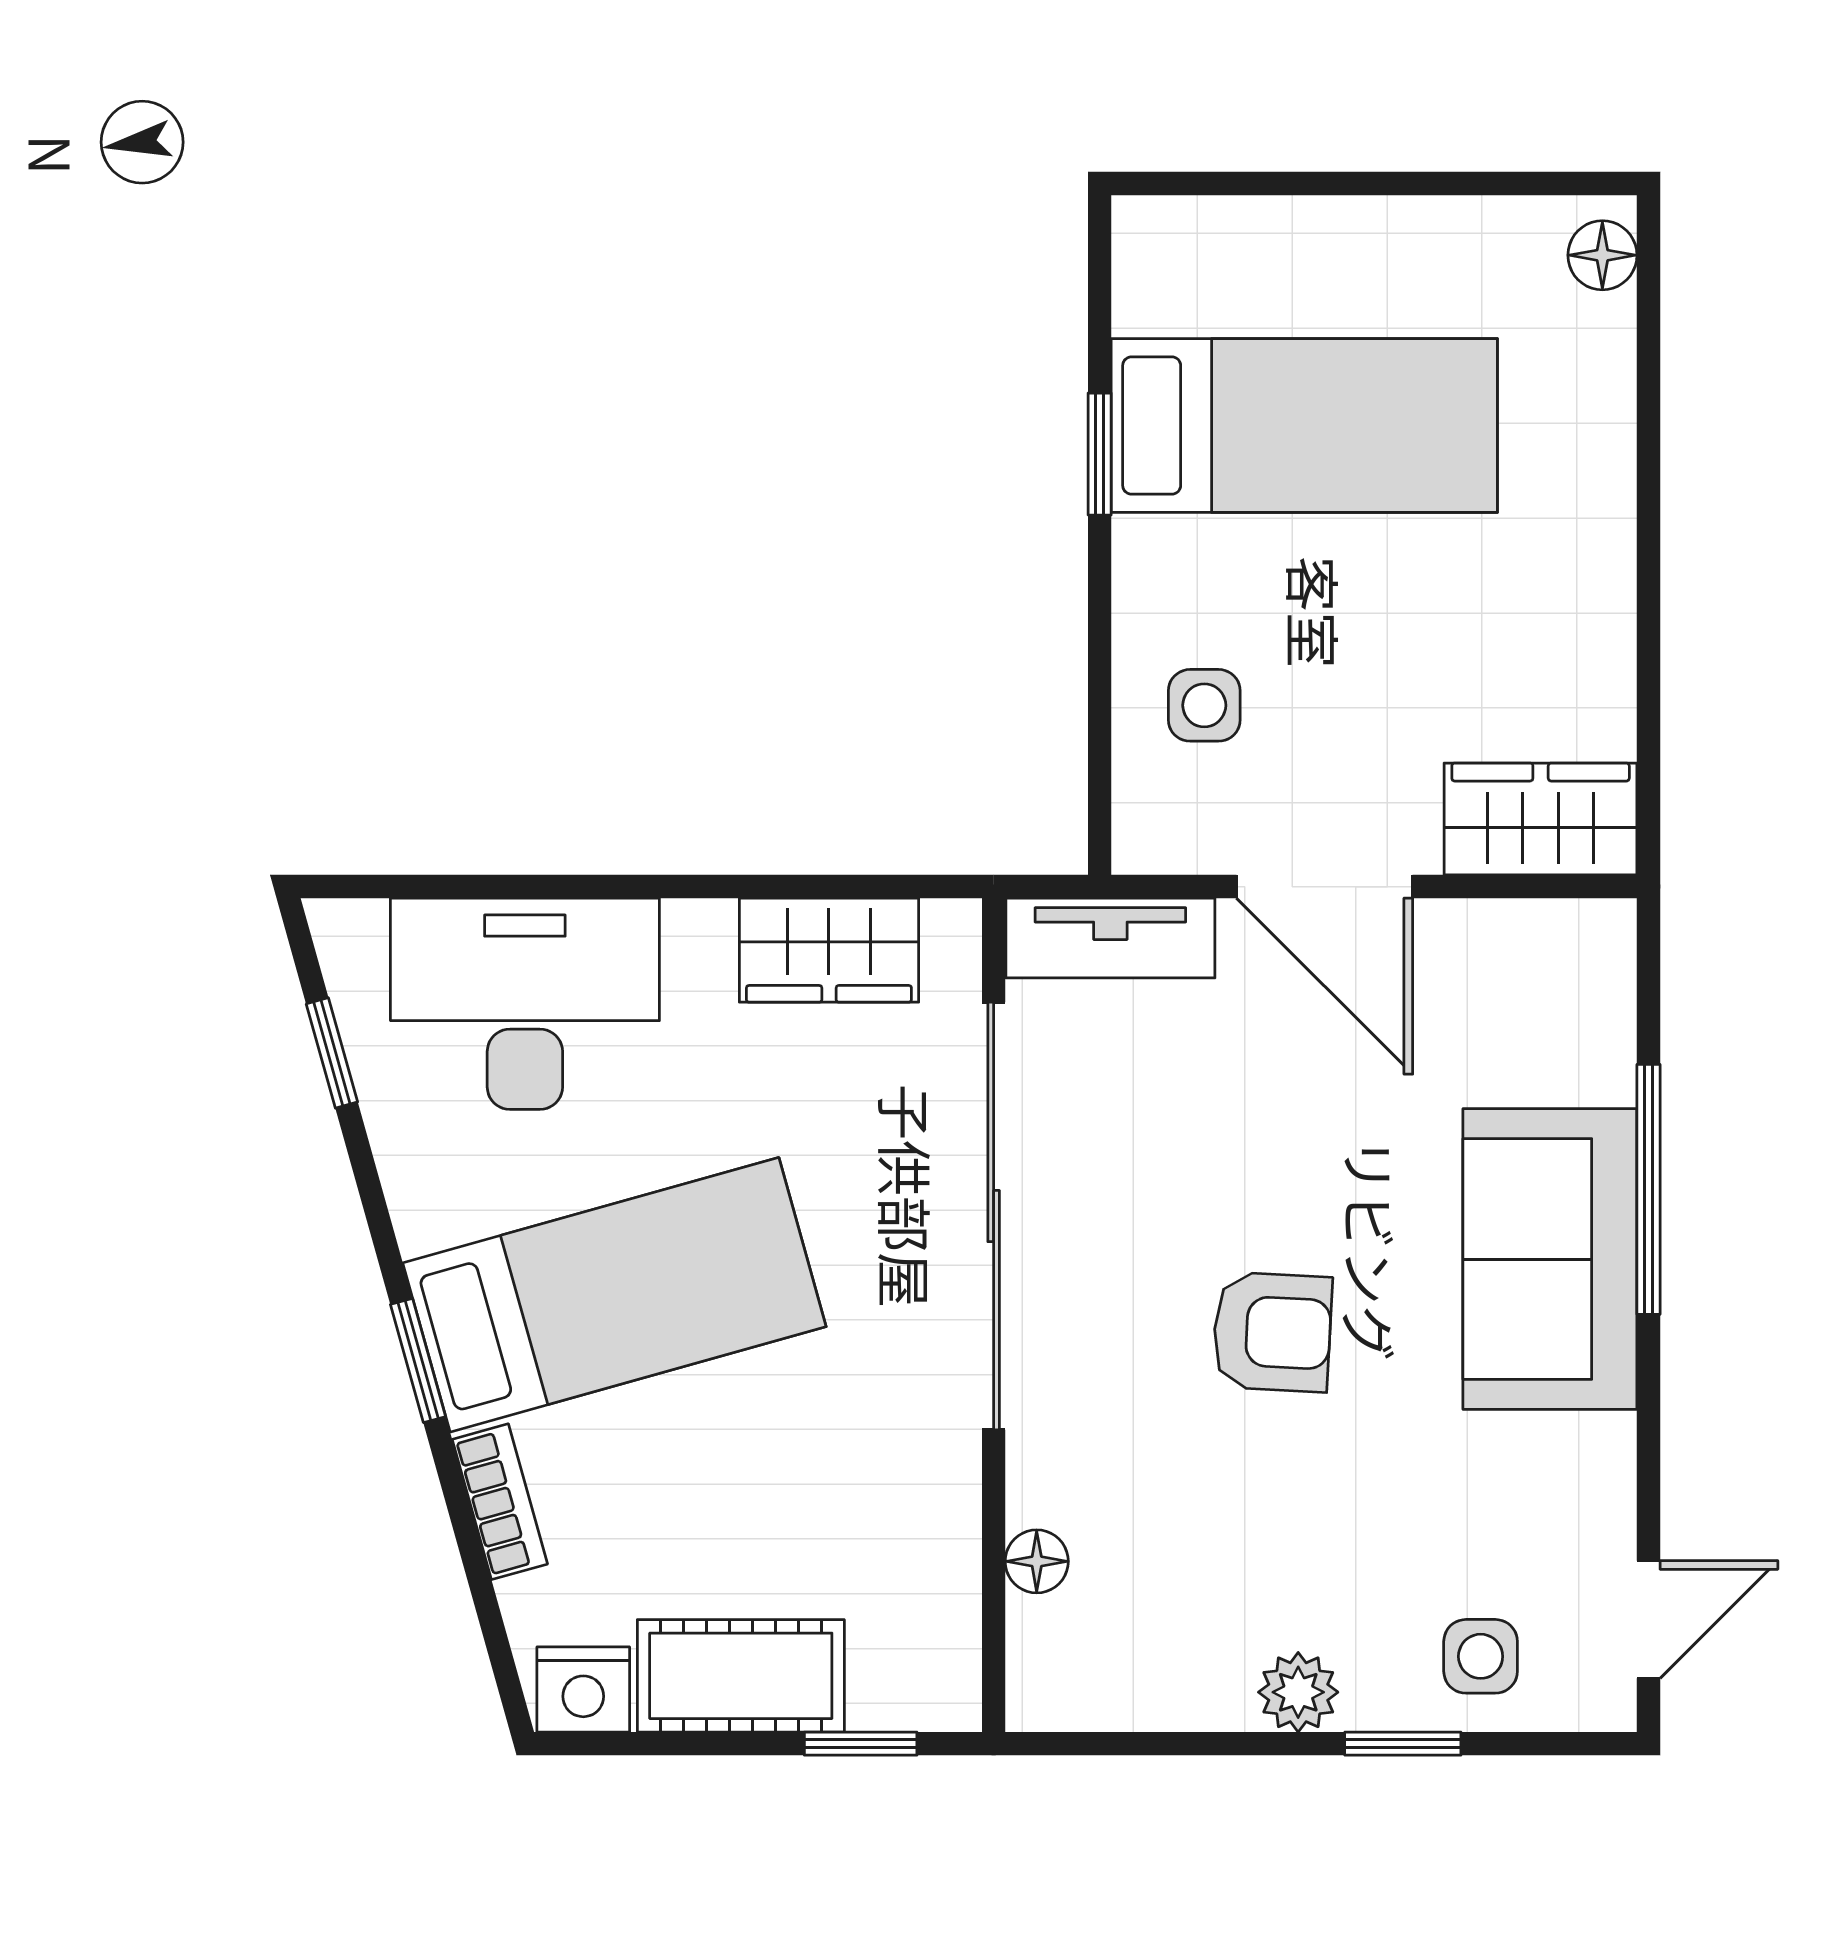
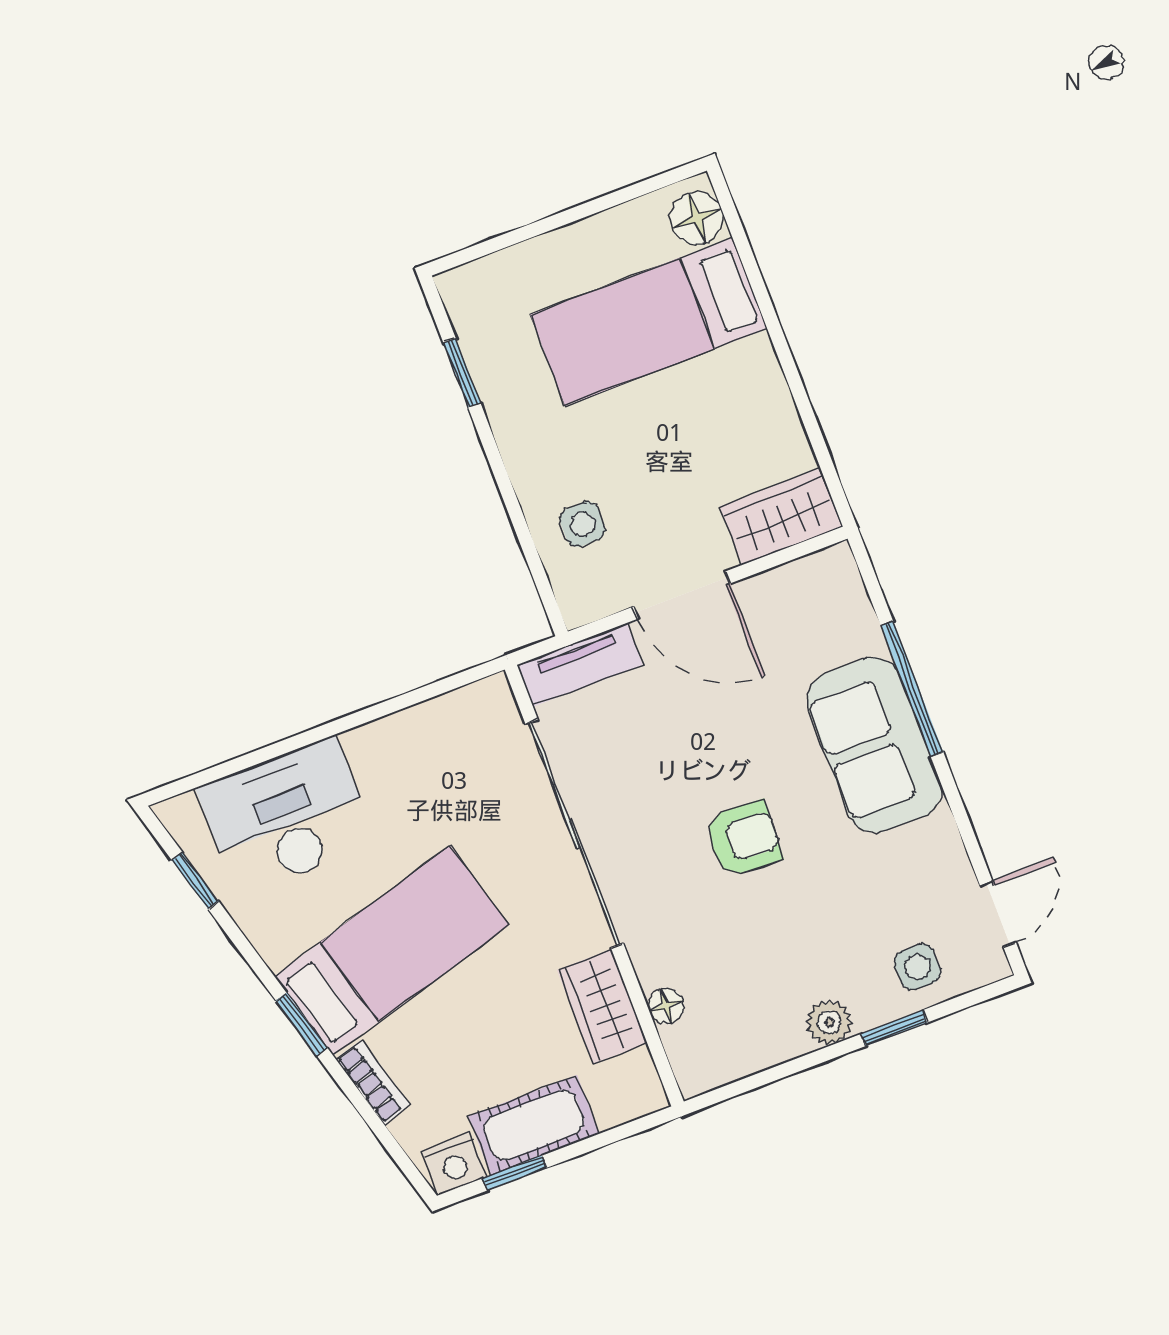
floor lamp: (1602, 255) -> (697, 218), width x1.37, depth x1.37
bed: (1304, 426) -> (649, 322), moved, turned 180
window: (1100, 454) -> (462, 373), moved
wardrobe: (829, 950) -> (602, 1006), moved, turned 90
window: (861, 1744) -> (515, 1173), moved

